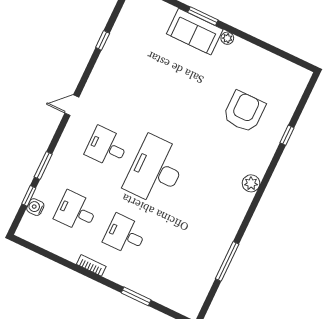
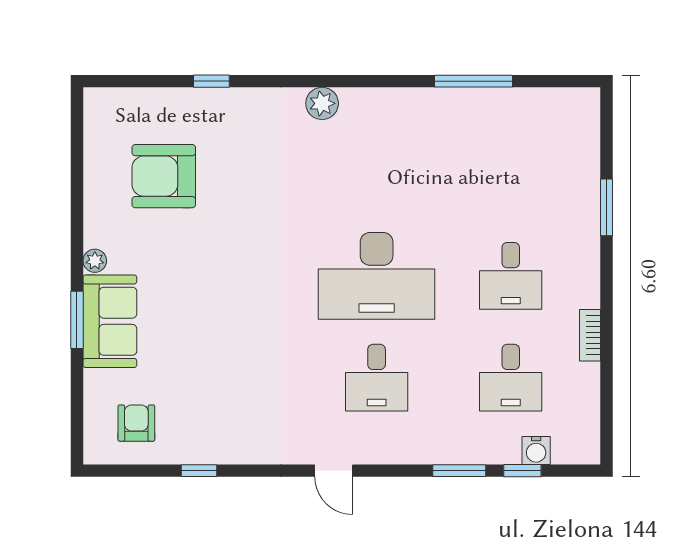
armchair: (140, 21) -> (136, 423), added
armchair: (244, 112) -> (164, 176), moved
bookcase: (91, 265) -> (590, 335), moved

